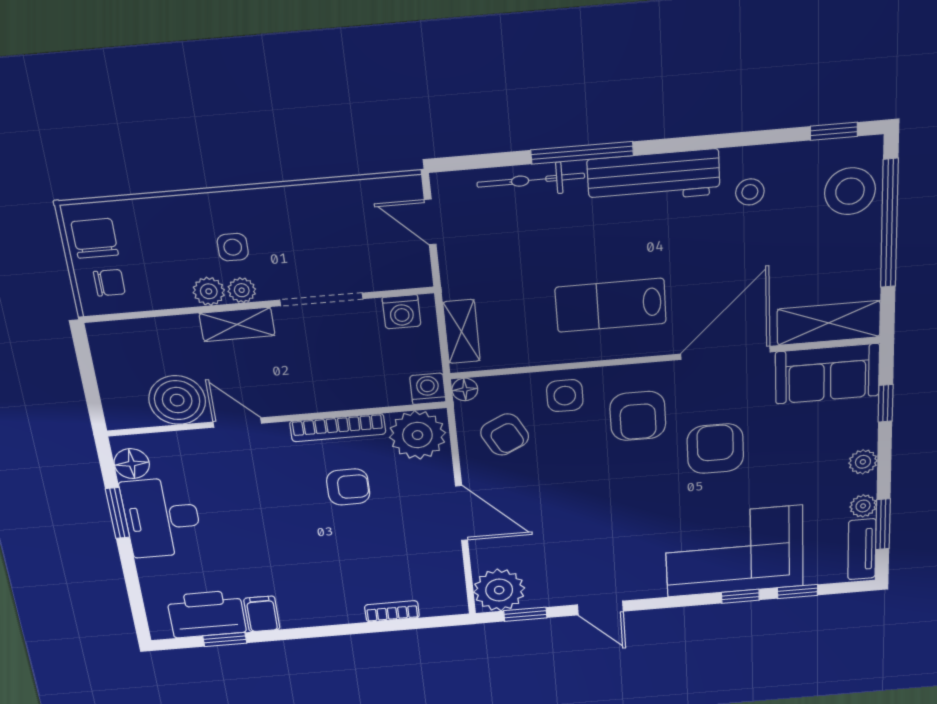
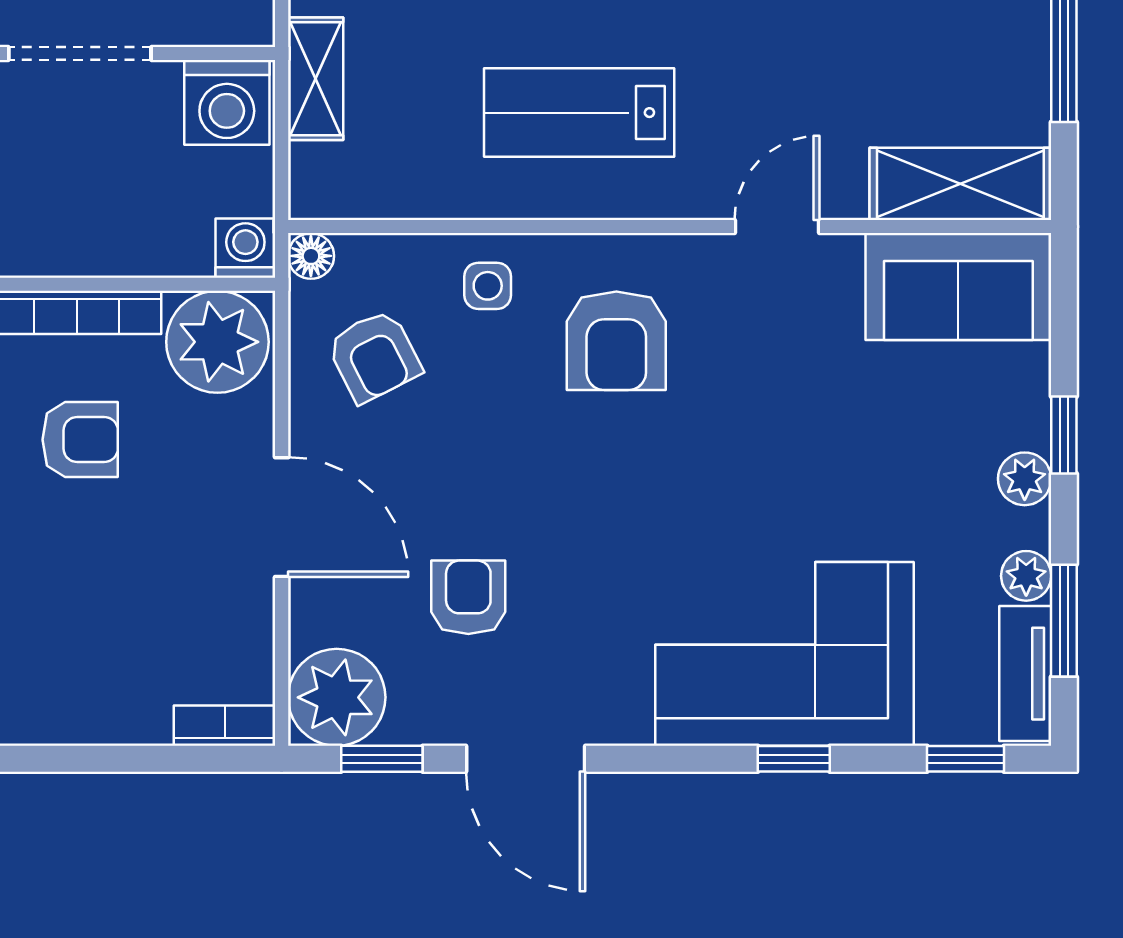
washing machine: (402, 312) -> (227, 102), width x1.38, depth x1.38
shelving: (462, 332) -> (316, 79), moved
door: (725, 353) -> (777, 227), width x0.53
side table: (565, 396) -> (488, 286), width x0.73, depth x0.73
window: (886, 403) -> (1064, 435), moved
armchair: (715, 449) -> (468, 597), moved, width x0.72, depth x0.72
window: (797, 592) -> (966, 759), moved
door: (600, 608) -> (526, 759), width x1.38
bookcase: (392, 611) -> (225, 726), moved

